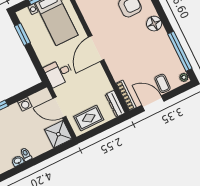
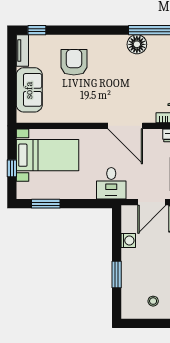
floor lamp: (154, 24) -> (137, 44), moved
door: (96, 48) -> (125, 126), moved

